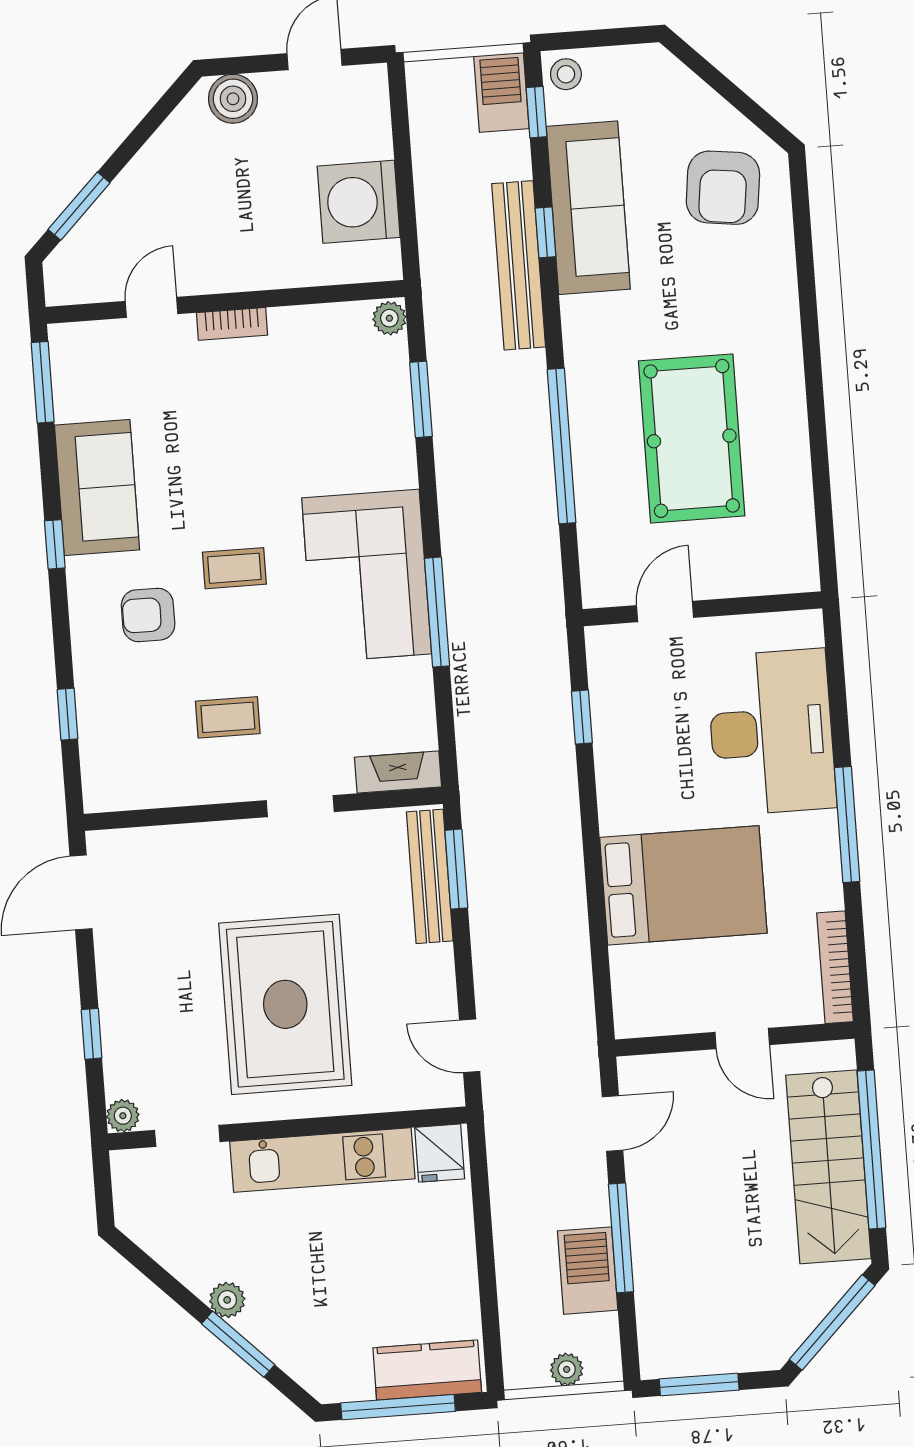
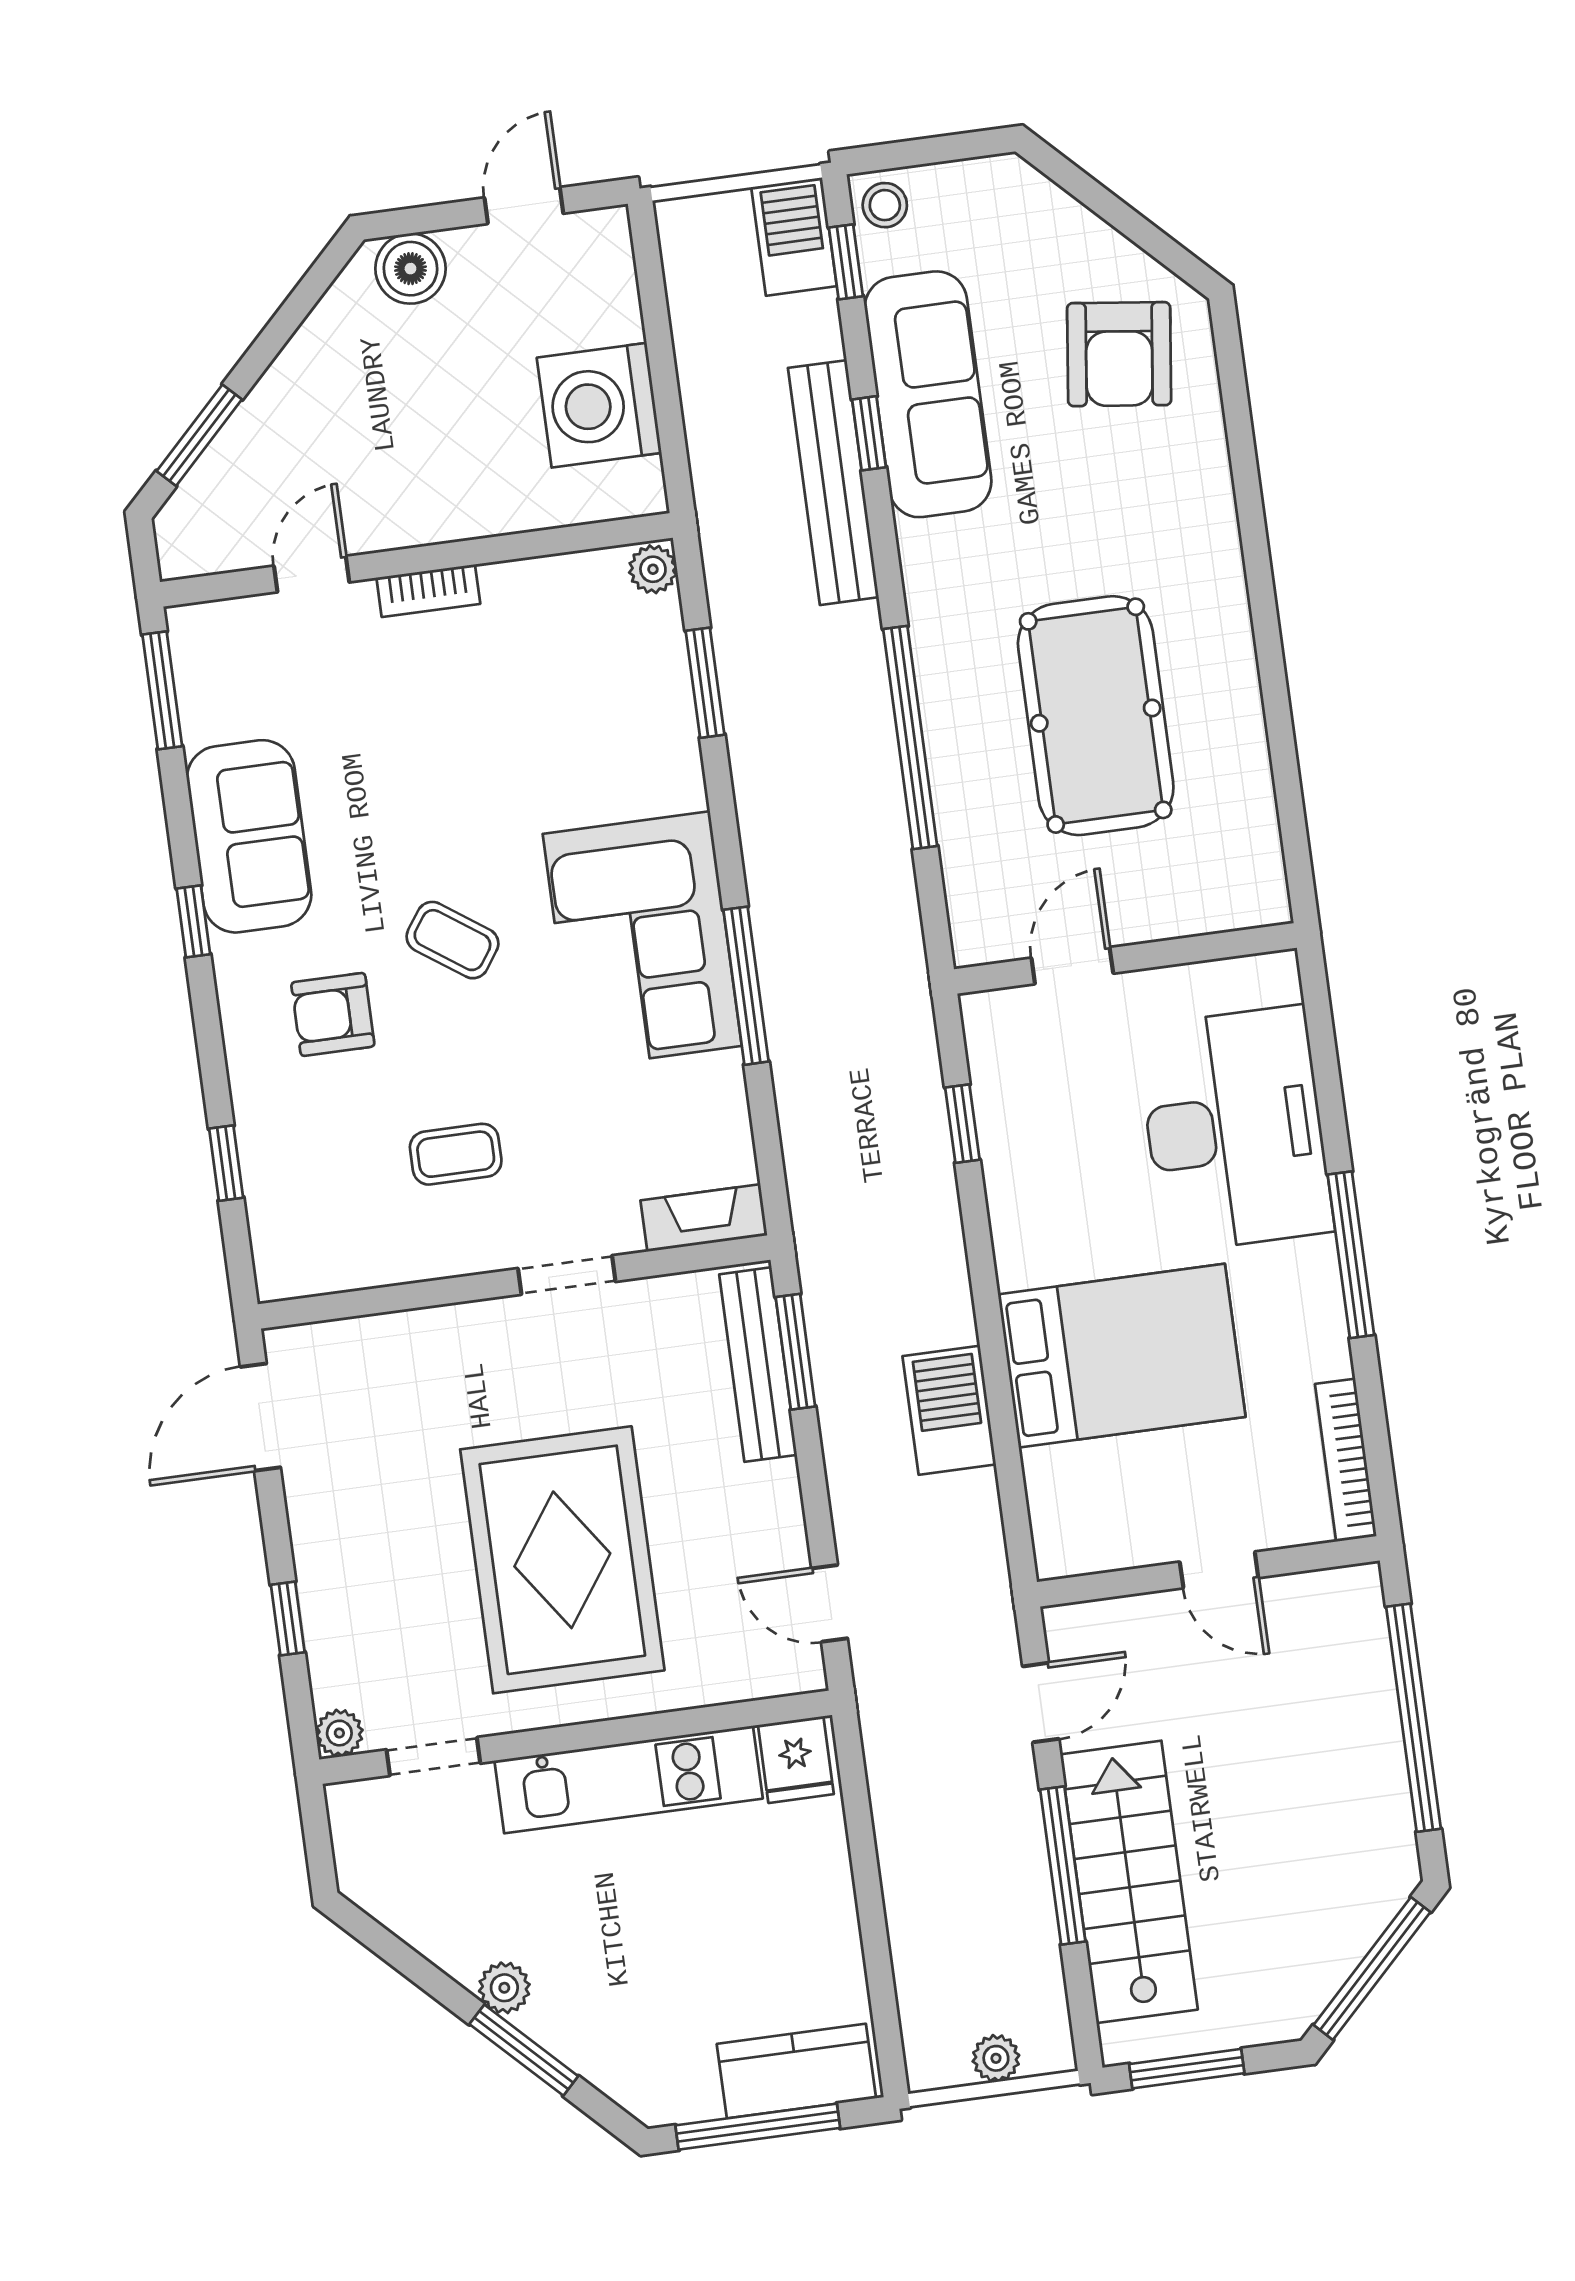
coffee table: (234, 568) -> (452, 940), turned 35
stairs: (828, 1167) -> (1129, 1882), moved, turned 180
barbecue: (588, 1271) -> (949, 1410), moved

